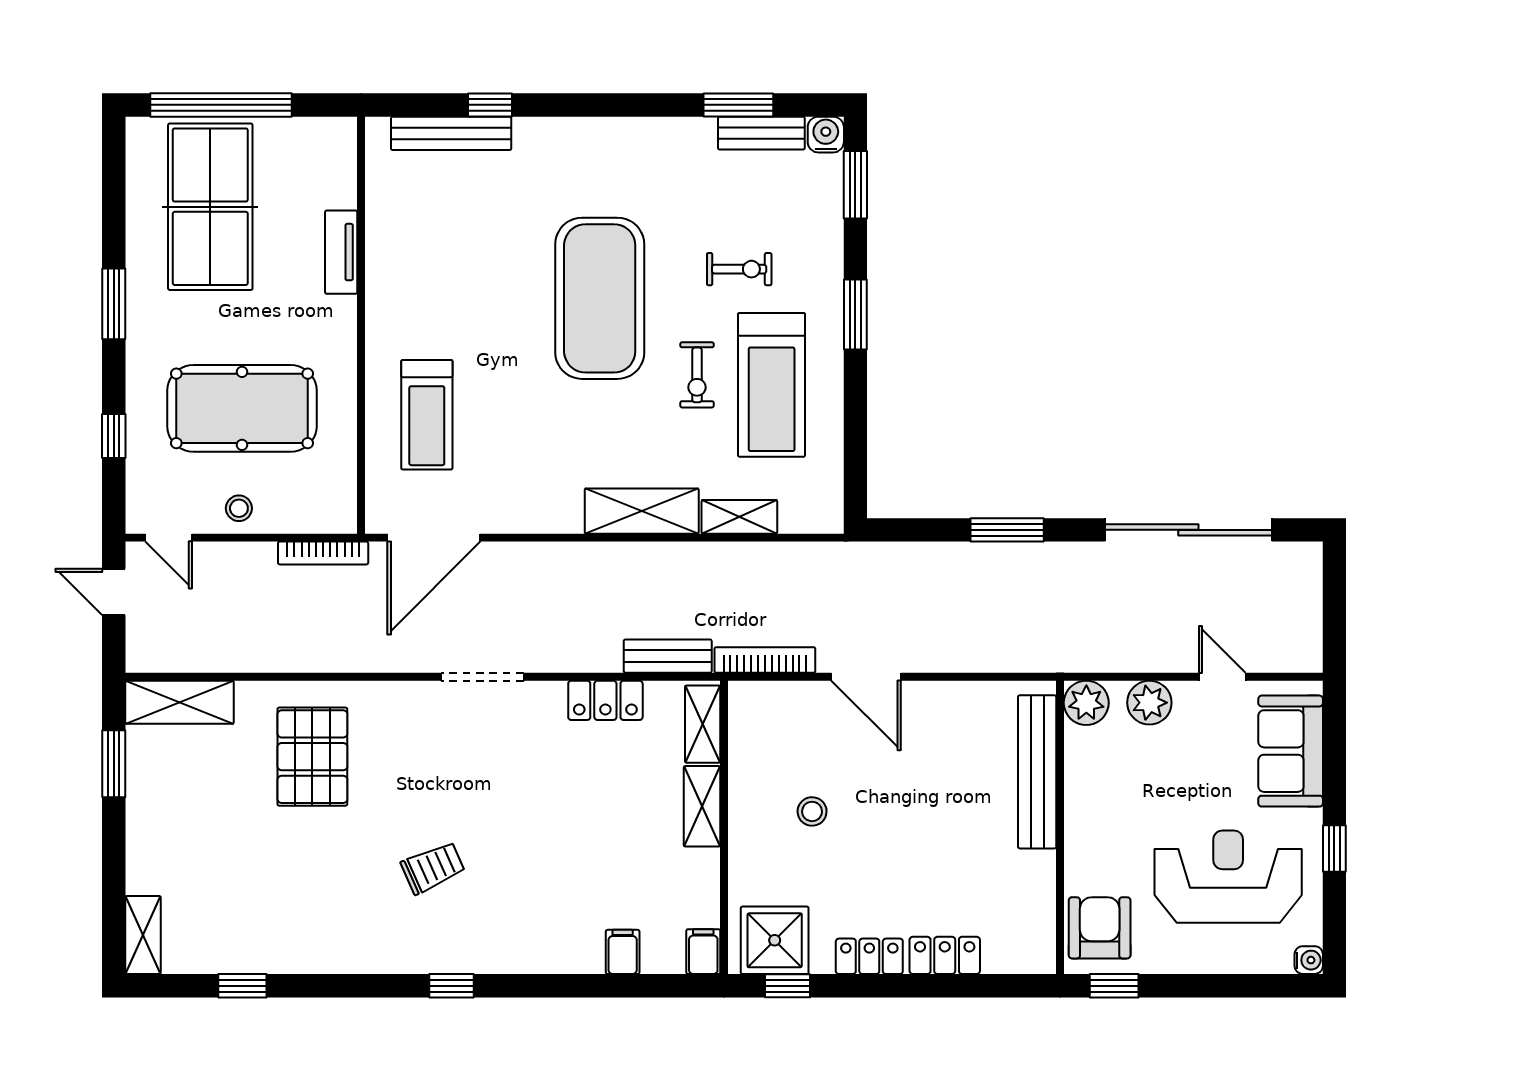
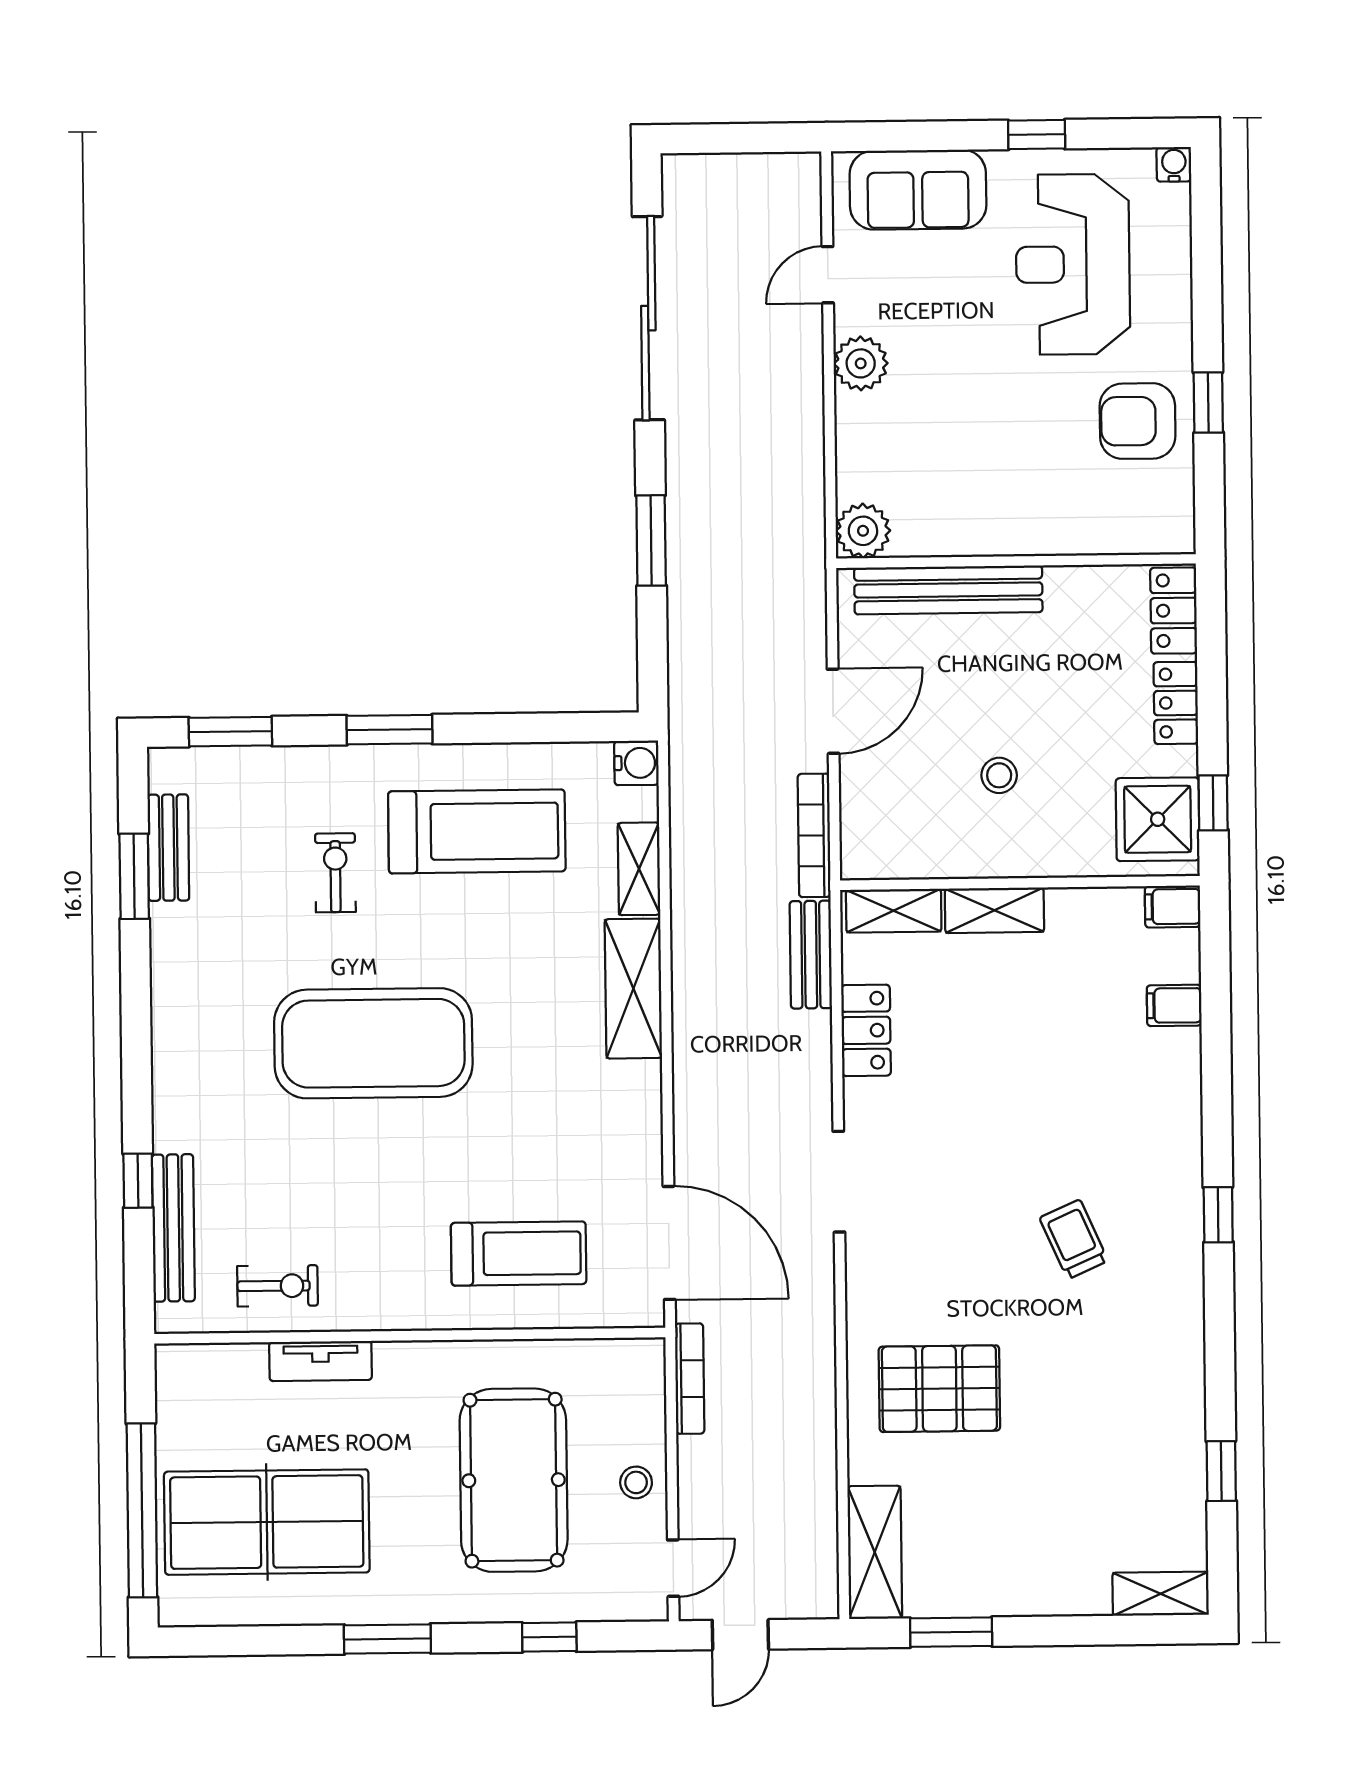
water cooler: (826, 135) -> (636, 763), moved, turned 180
exercise bike: (697, 375) -> (278, 1286), moved
plant: (1086, 703) -> (863, 531), moved
bench: (1037, 772) -> (948, 590), moved
wall: (1060, 827) -> (1016, 561), moved

